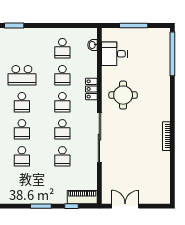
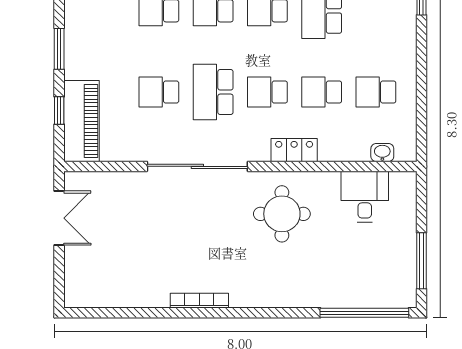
window: (134, 25) -> (421, 261), moved
school desk: (62, 129) -> (213, 92), width x1.85
piano: (82, 197) -> (81, 121), width x1.37, depth x1.33

